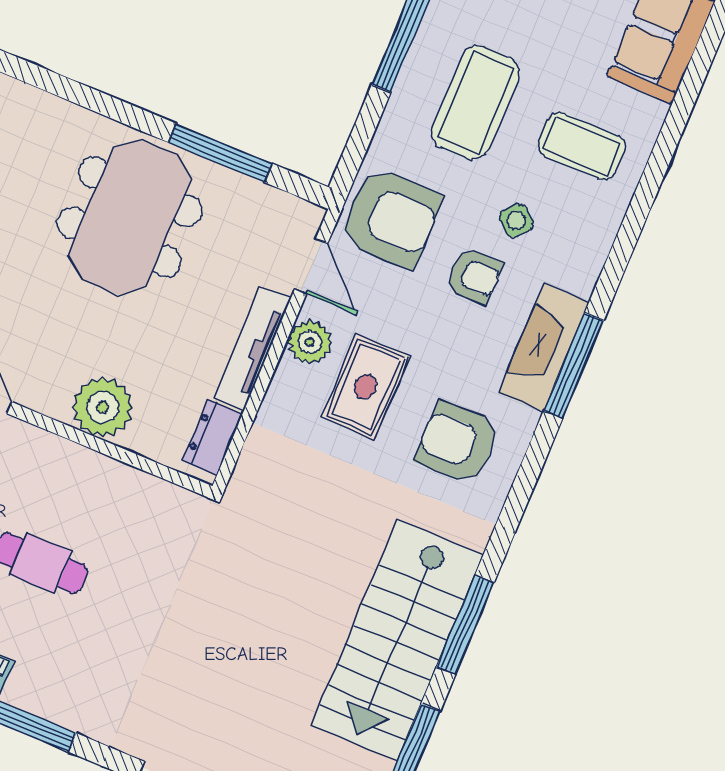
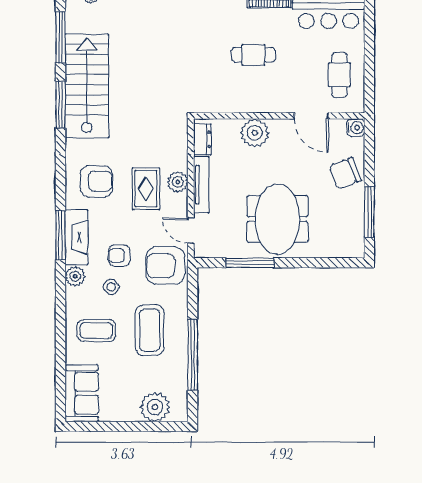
plant: (579, 271) -> (75, 276), added
plant: (310, 342) -> (178, 182), moved

